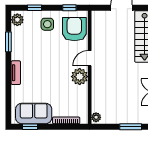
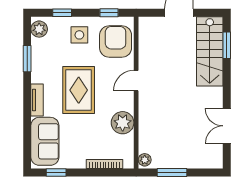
rug: (47, 65) -> (79, 90), added
plant: (80, 77) -> (123, 123), moved
sofa: (34, 113) -> (45, 141), moved, turned 90
window: (131, 127) -> (172, 172), moved

